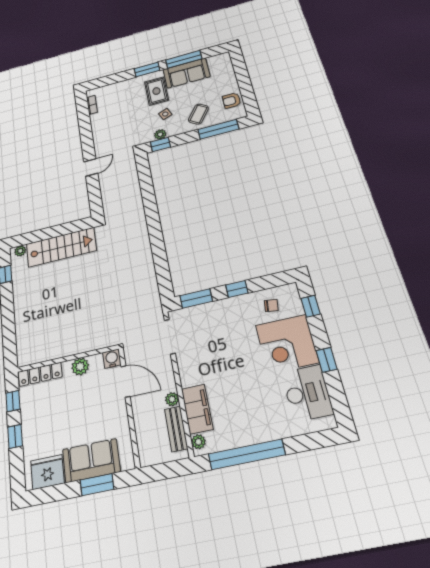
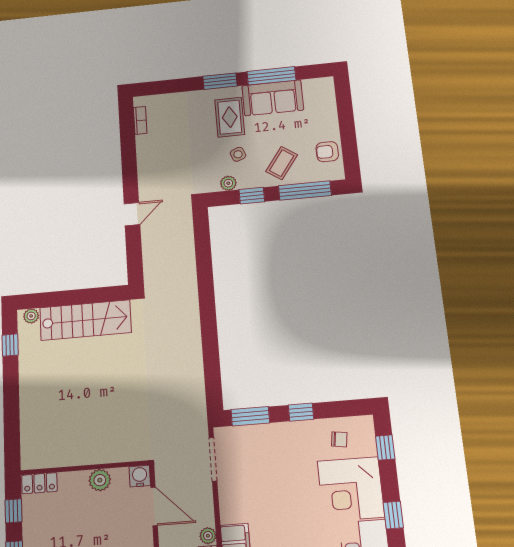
window: (160, 144) -> (252, 196), moved
locker: (40, 374) -> (39, 483), width x0.66

